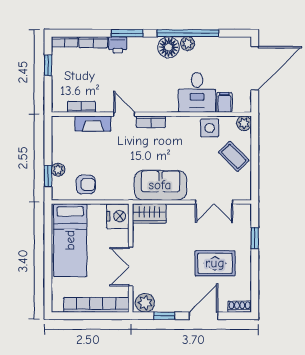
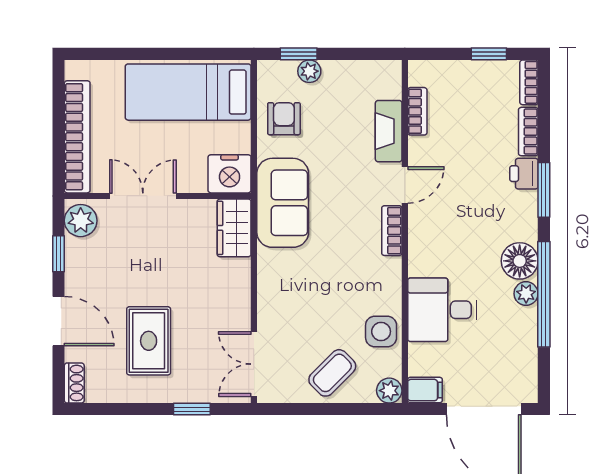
filing cabinet: (224, 102) -> (425, 390), moved
armchair: (86, 185) -> (284, 119), turned 180
sofa: (160, 185) -> (283, 203), moved
double door: (214, 202) -> (254, 364), moved

